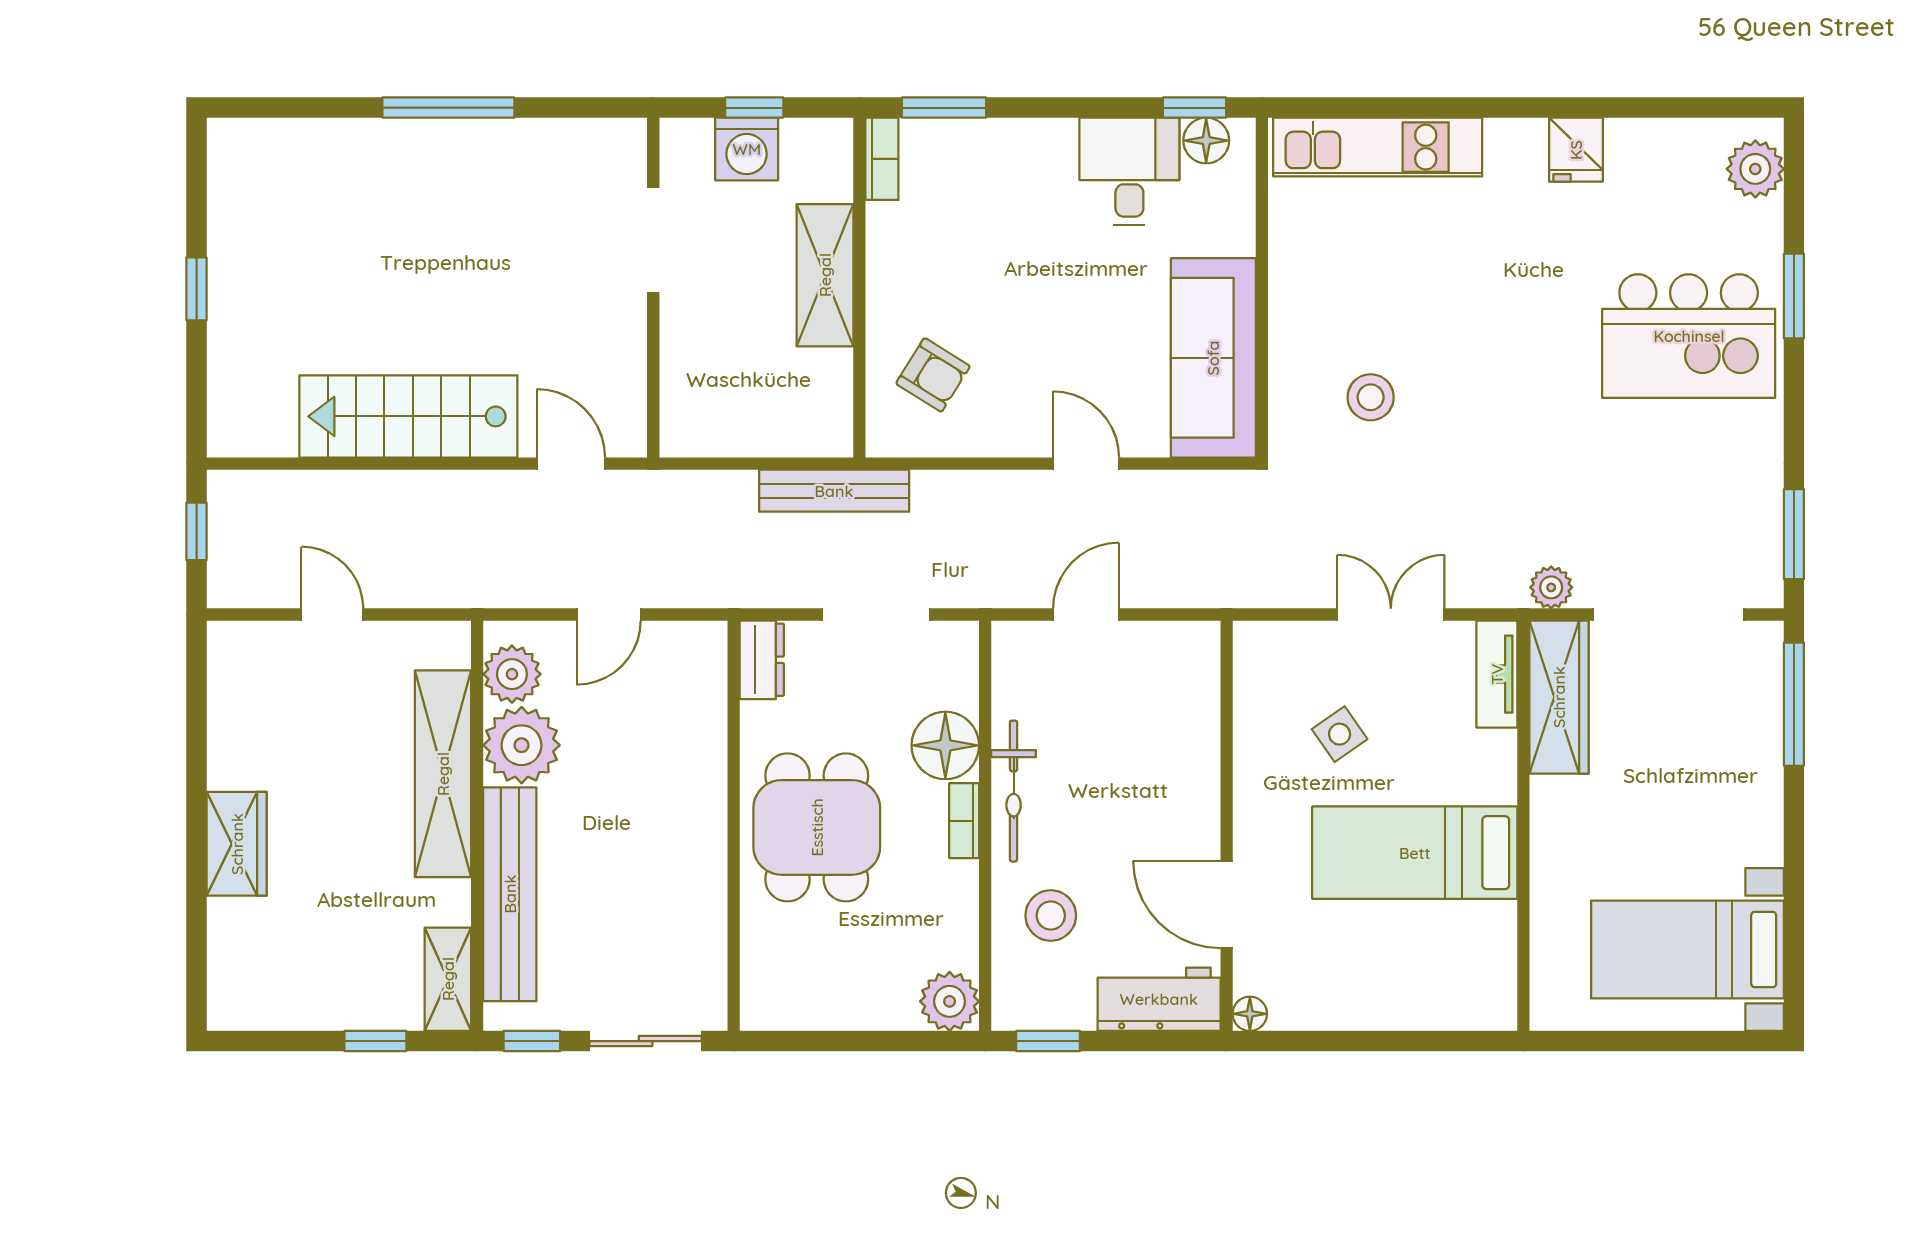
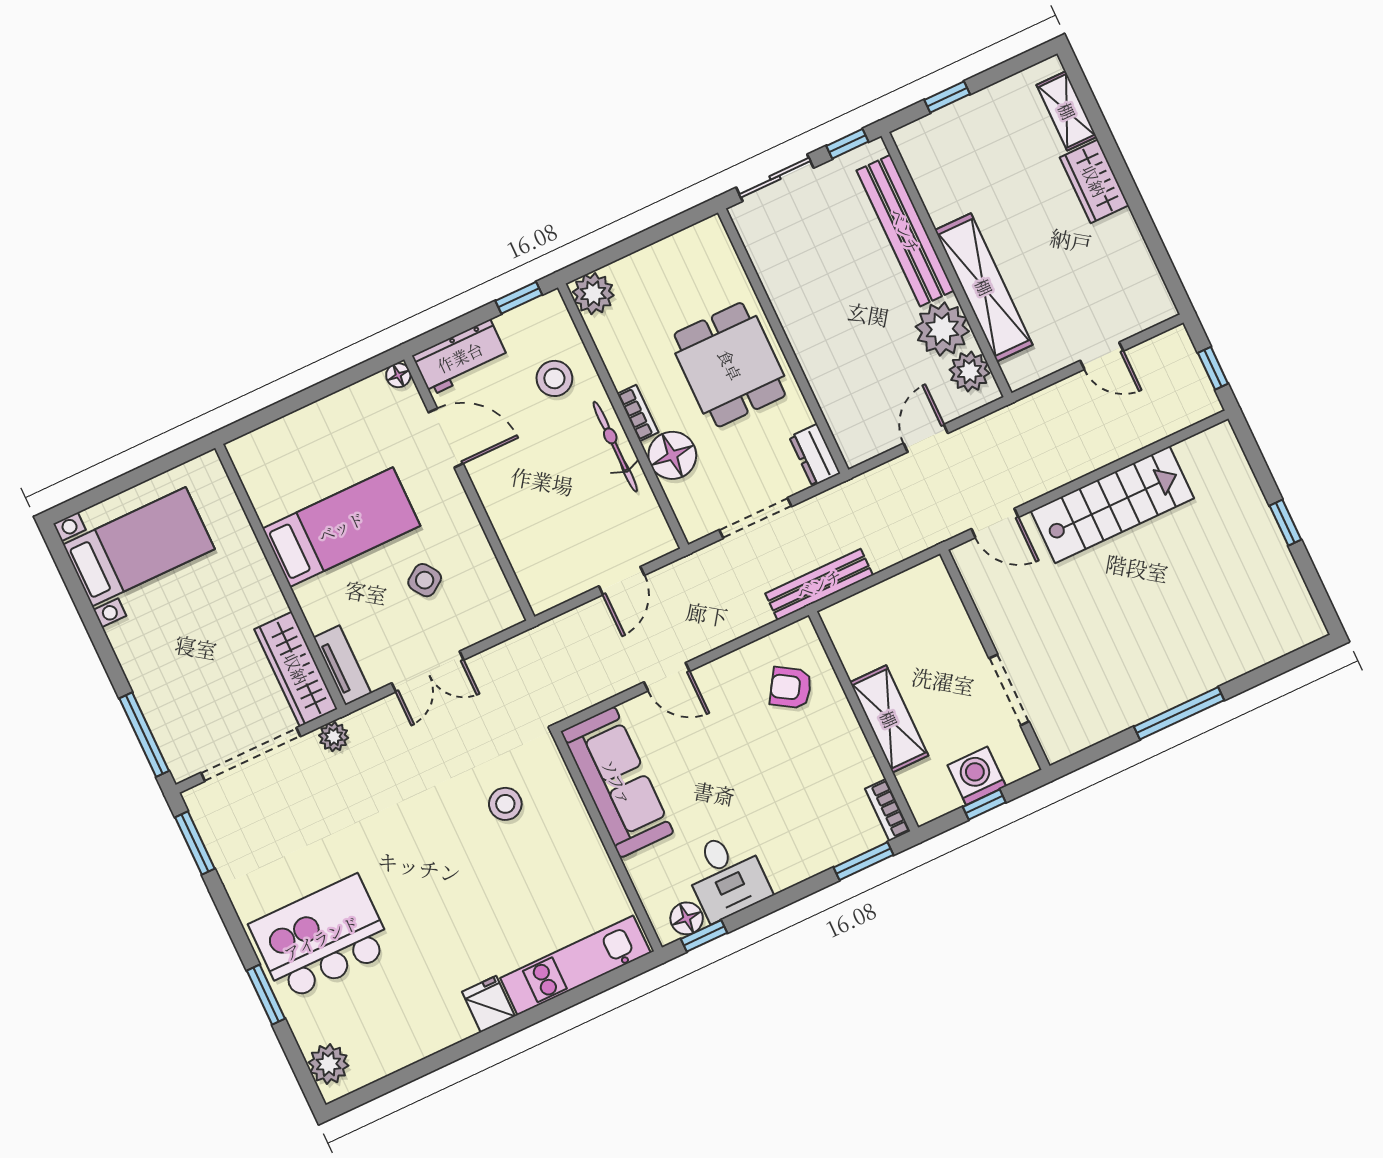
fridge: (1576, 150) -> (488, 1004), moved
shelving: (448, 979) -> (1067, 111), moved

